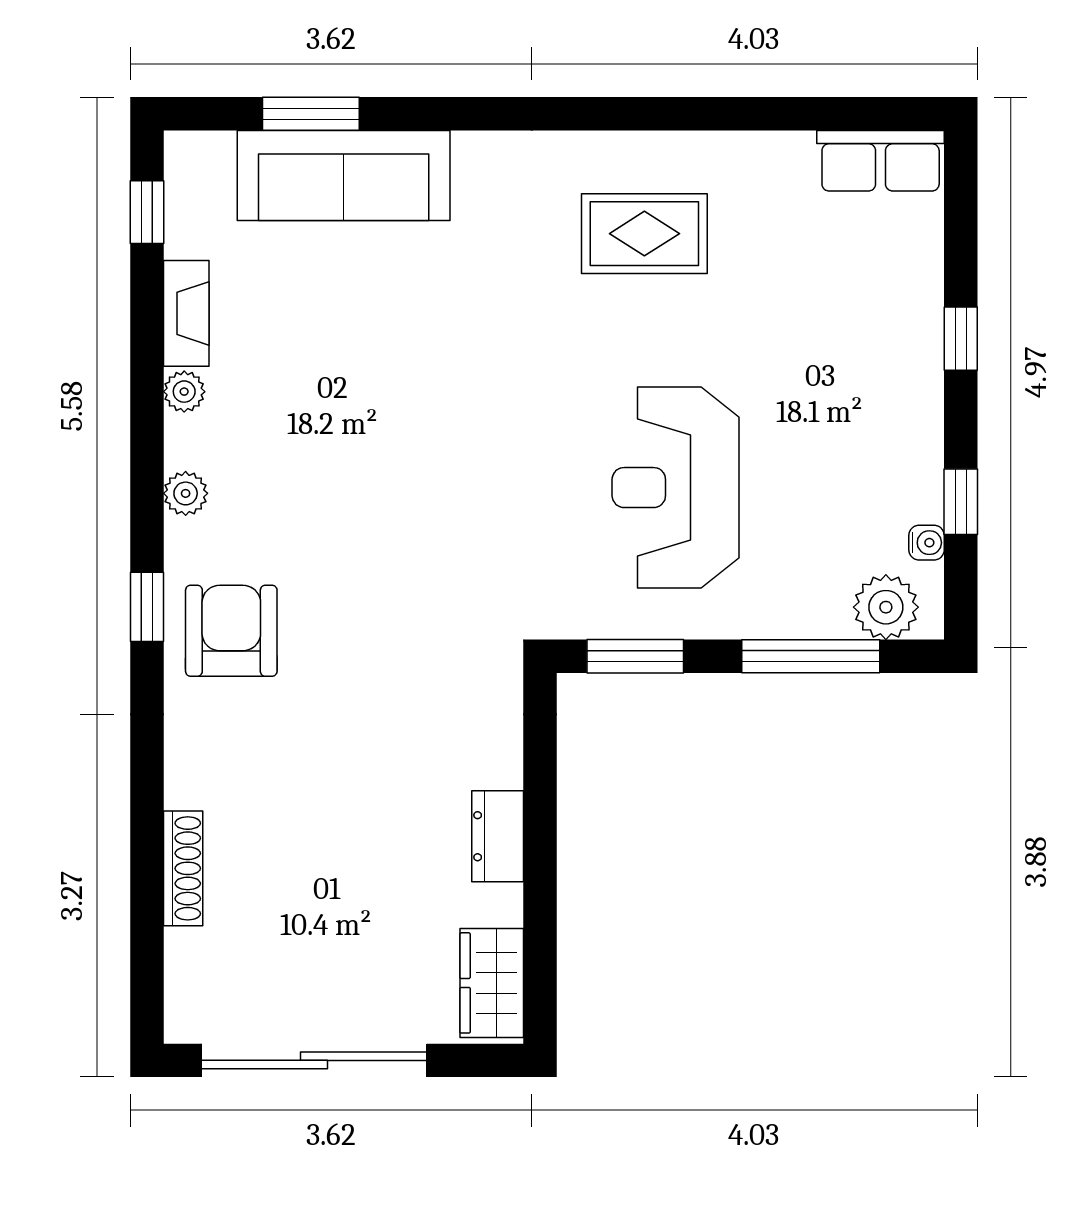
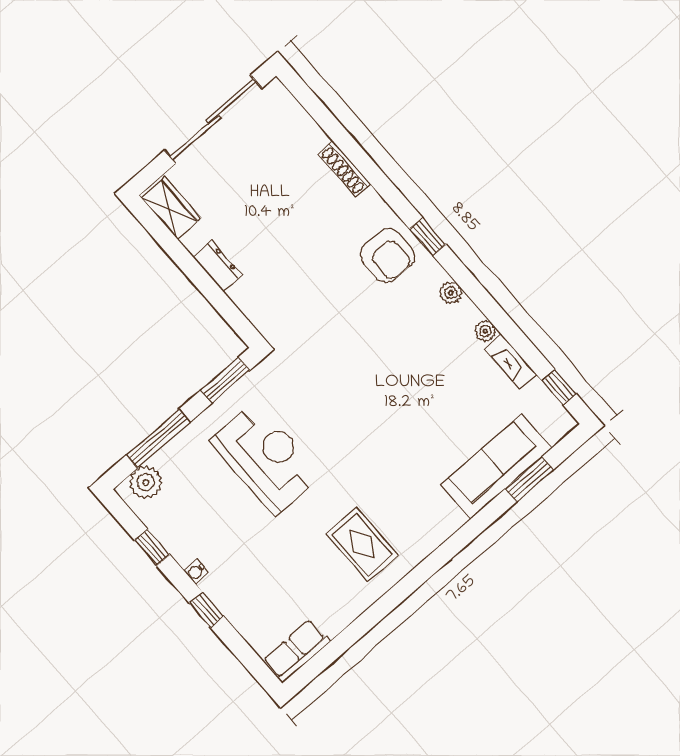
rug: (644, 234) -> (362, 545), turned 90
water cooler: (927, 543) -> (196, 571), moved
shoe rack: (183, 868) -> (344, 169), moved

